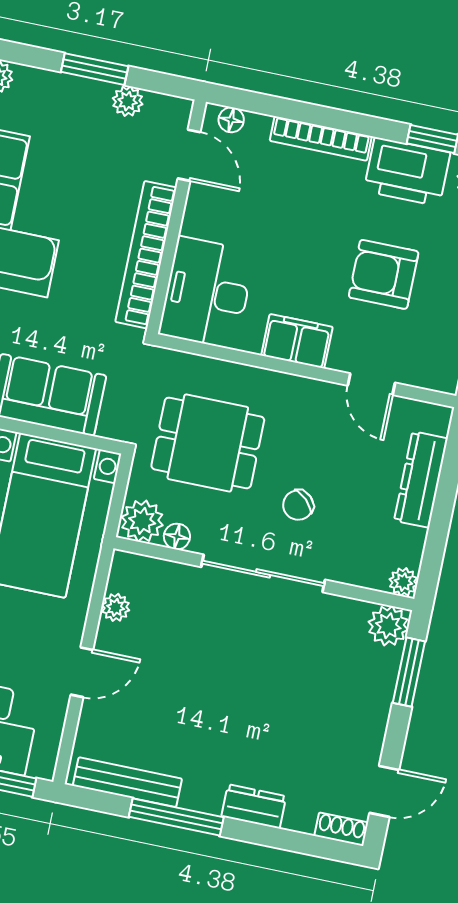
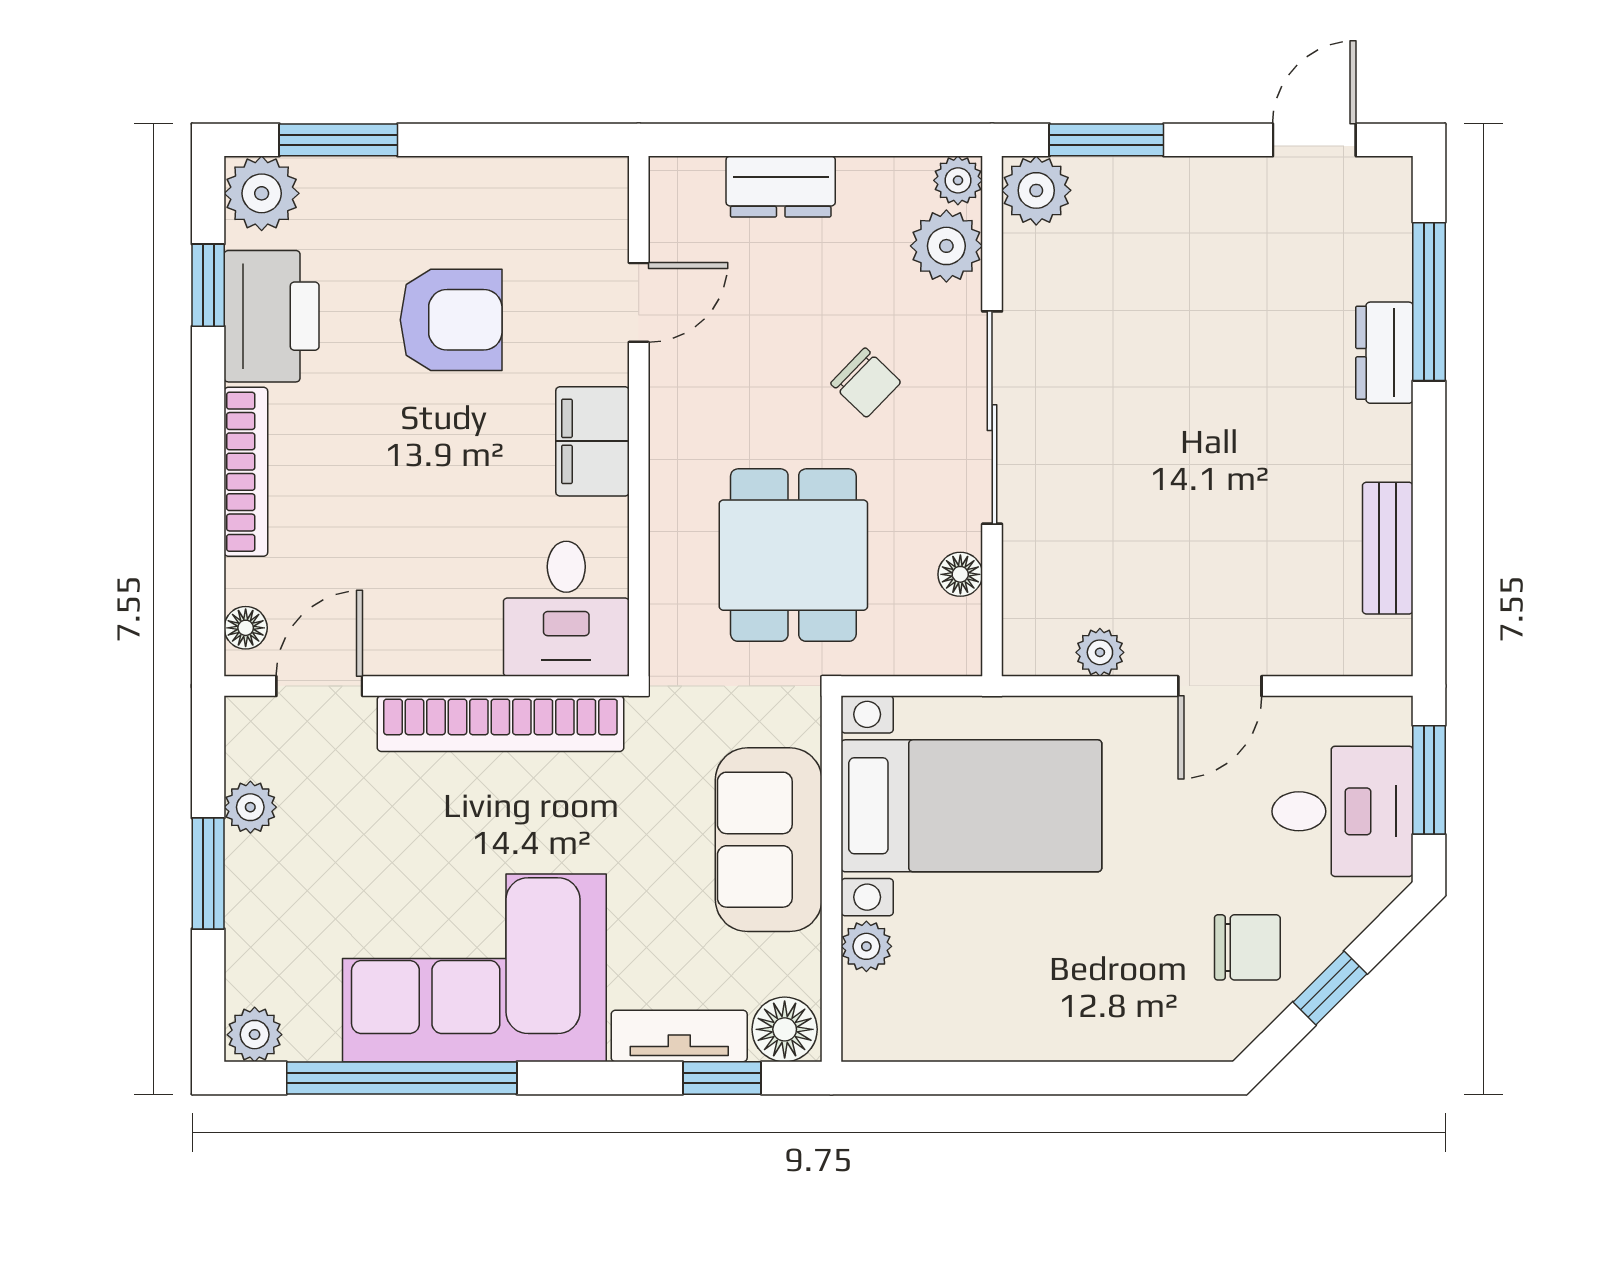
armchair: (384, 274) -> (451, 320), turned -90
desk: (207, 293) -> (566, 609), width x0.73
dresser: (421, 479) -> (781, 187), width x0.70
plant: (142, 521) -> (946, 246), moved
door: (82, 672) -> (1220, 686), swing flipped
bench: (127, 782) -> (1388, 548), width x0.73
door: (384, 791) -> (1314, 140), hinge flipped
window: (176, 817) -> (1429, 302), moved
shoe rack: (341, 829) -> (1392, 199), removed

